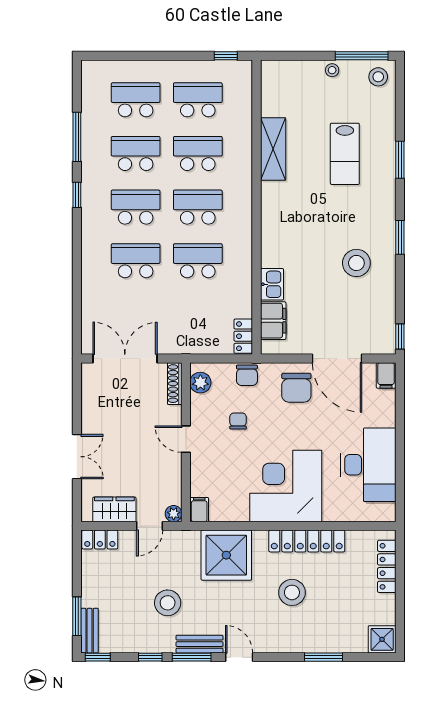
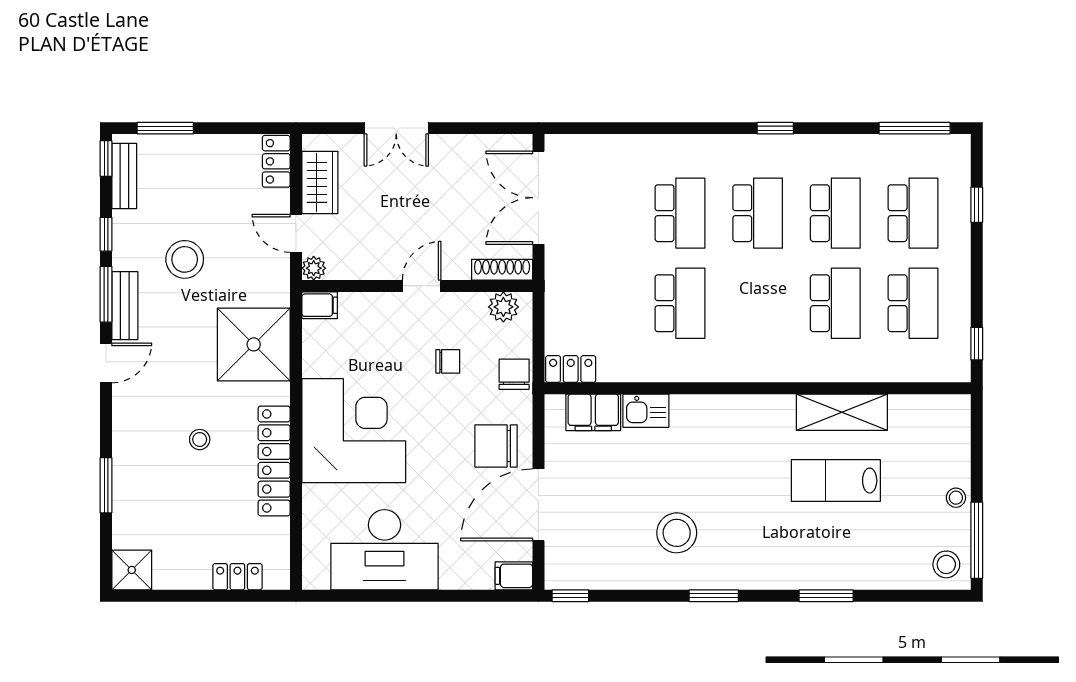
window: (130, 56) -> (977, 205), added
window: (77, 137) -> (915, 128), moved
lab bench: (345, 154) -> (836, 481), moved
school desk: (198, 207) -> (758, 303), removed
double door: (125, 358) -> (538, 198), swing flipped
chair: (247, 375) -> (514, 374), turned 90
locker: (387, 566) -> (237, 577), width x0.66
stool: (292, 592) -> (200, 440), width x0.53, depth x0.53
bench: (90, 631) -> (124, 176), moved, turned 90

